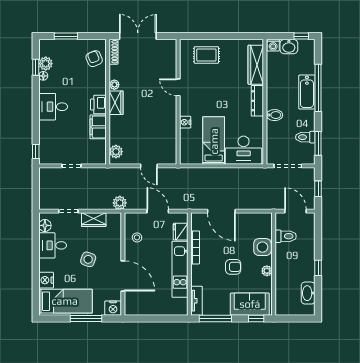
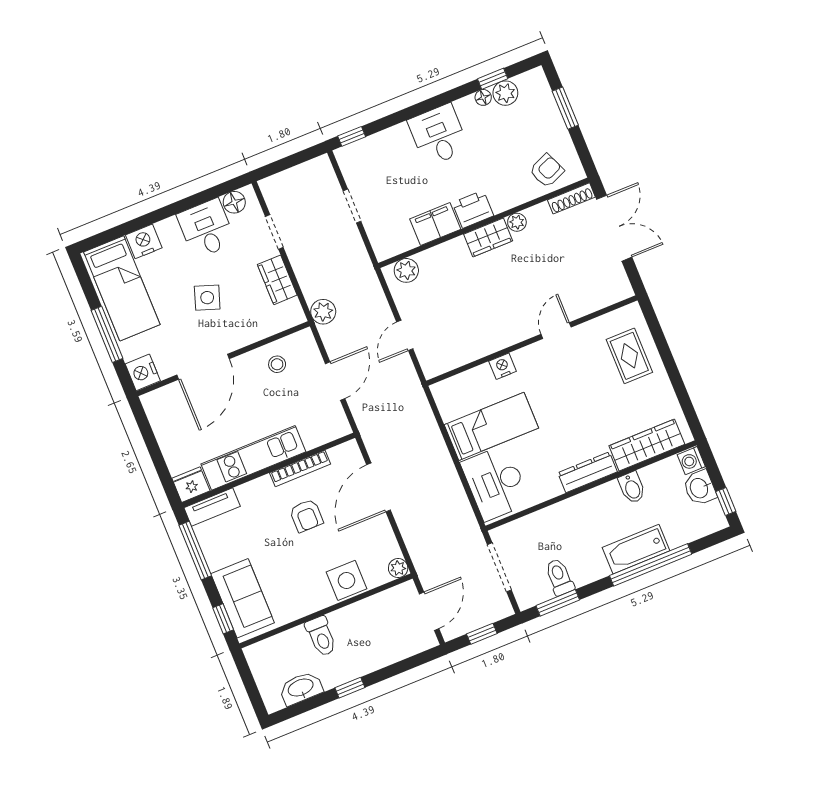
bidet: (275, 115) -> (632, 488), moved
fridge: (181, 232) -> (191, 485), moved
toilet: (286, 236) -> (321, 636), moved
armchair: (233, 267) -> (306, 516), moved
plant: (267, 271) -> (398, 568), moved

